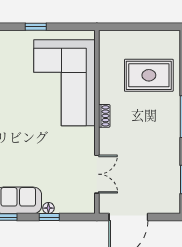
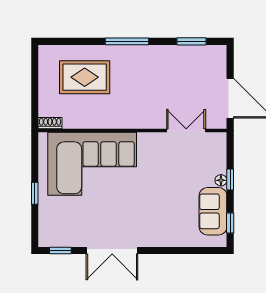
rug: (149, 75) -> (85, 77), turned 90
shoe rack: (104, 116) -> (50, 123), moved

